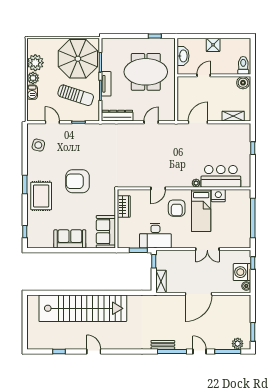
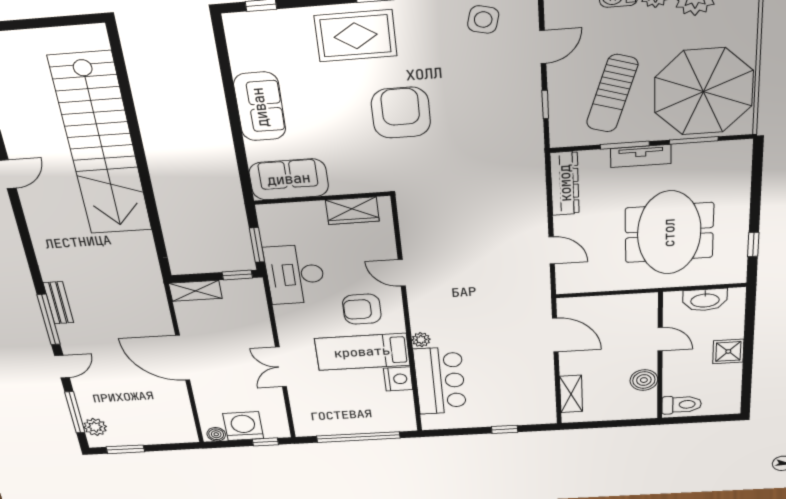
boiler: (243, 83) -> (644, 380), moved

